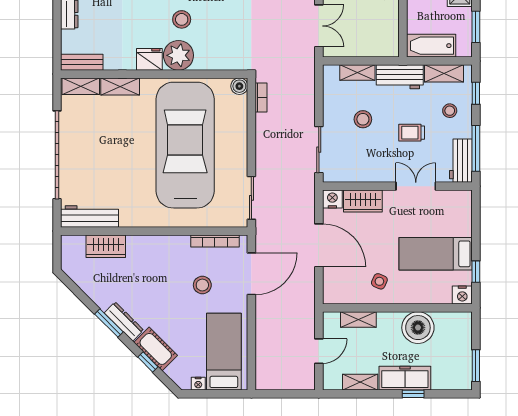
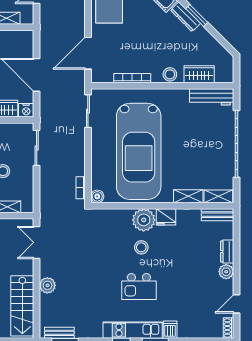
bookcase: (215, 241) -> (132, 78), moved
stool: (202, 285) -> (170, 74), moved

